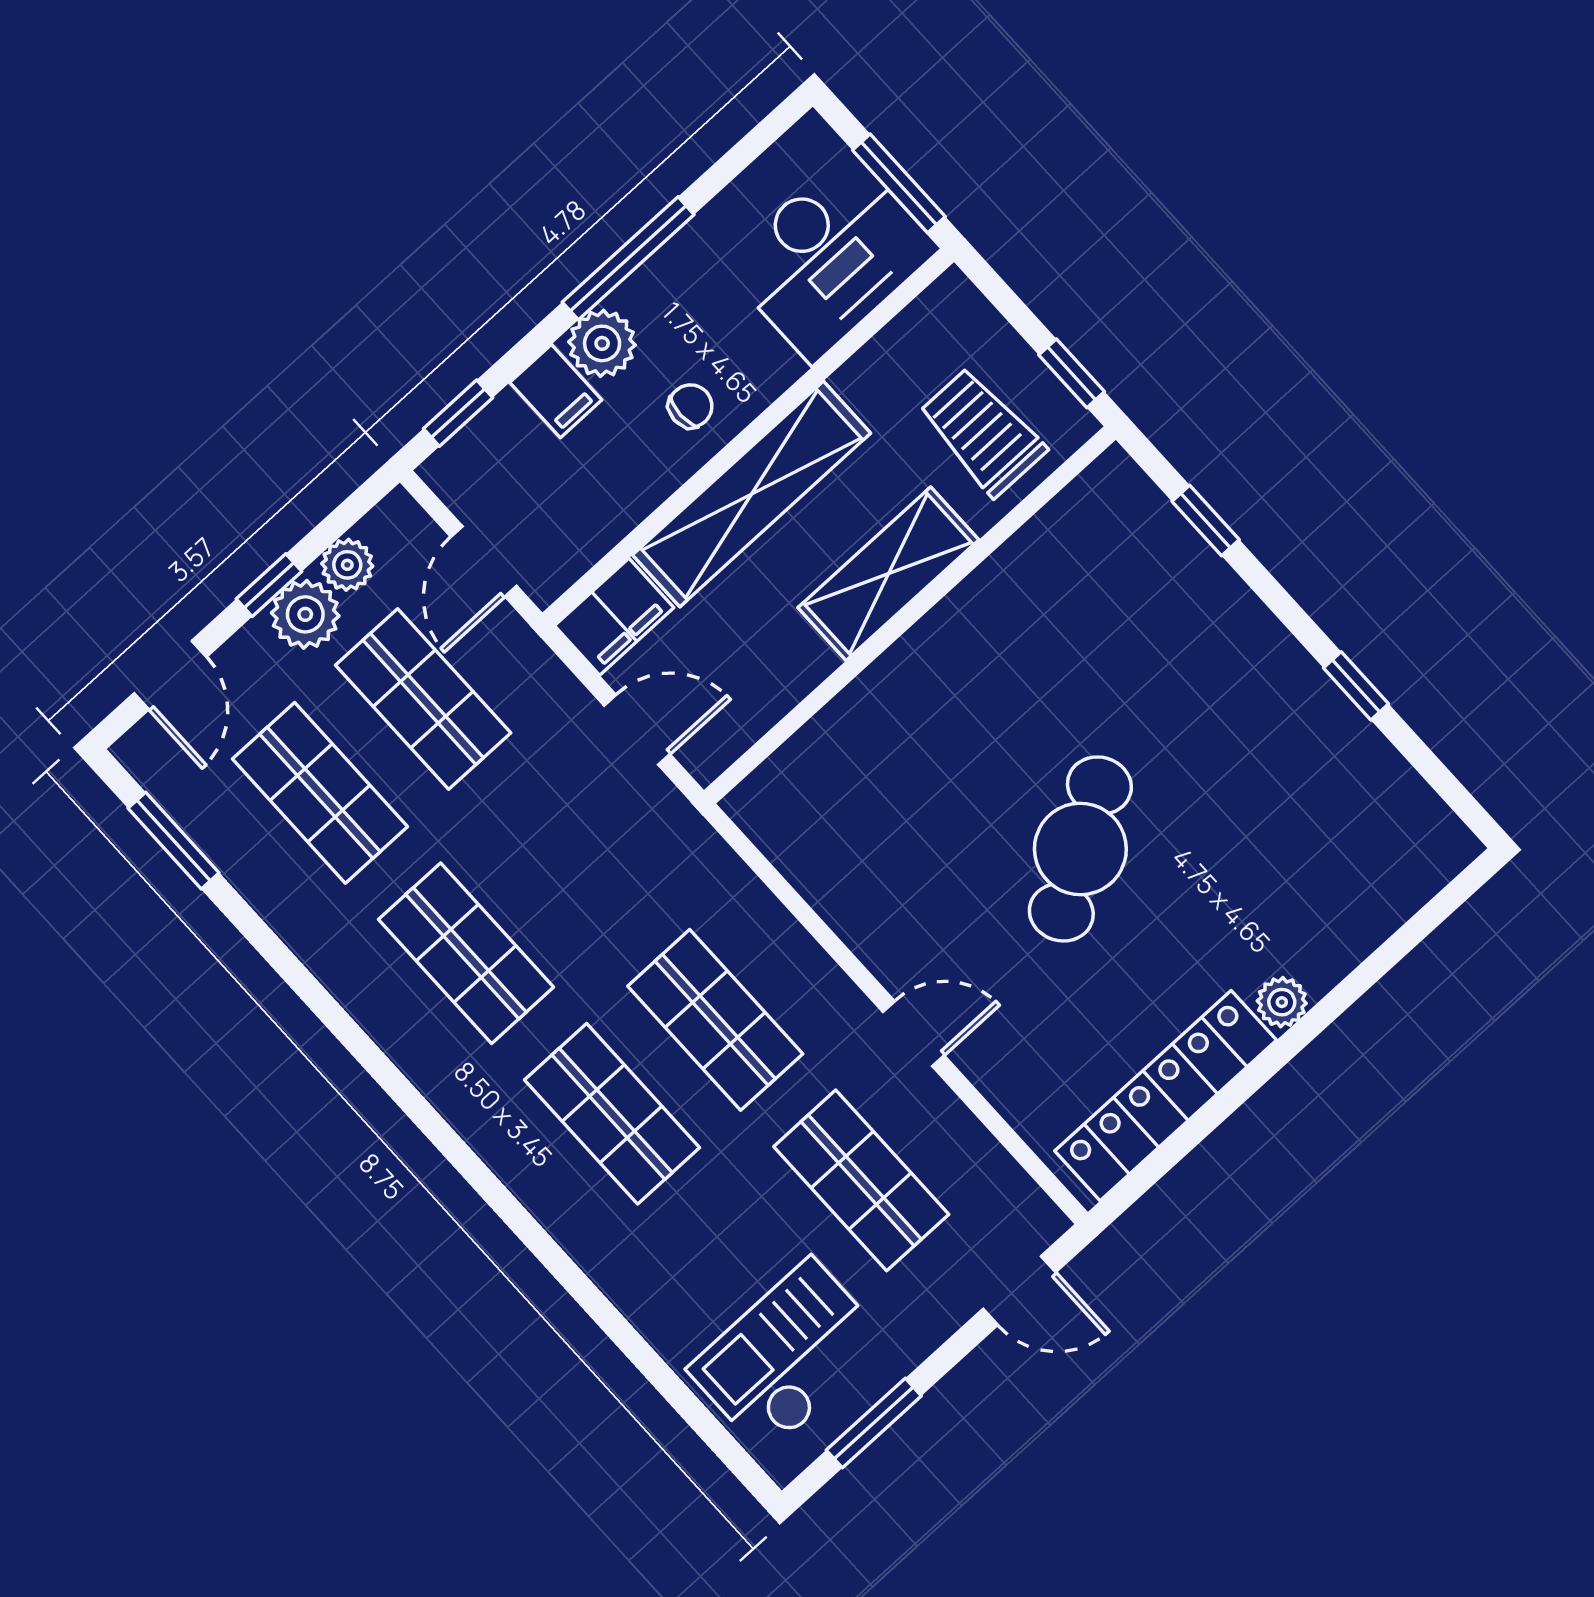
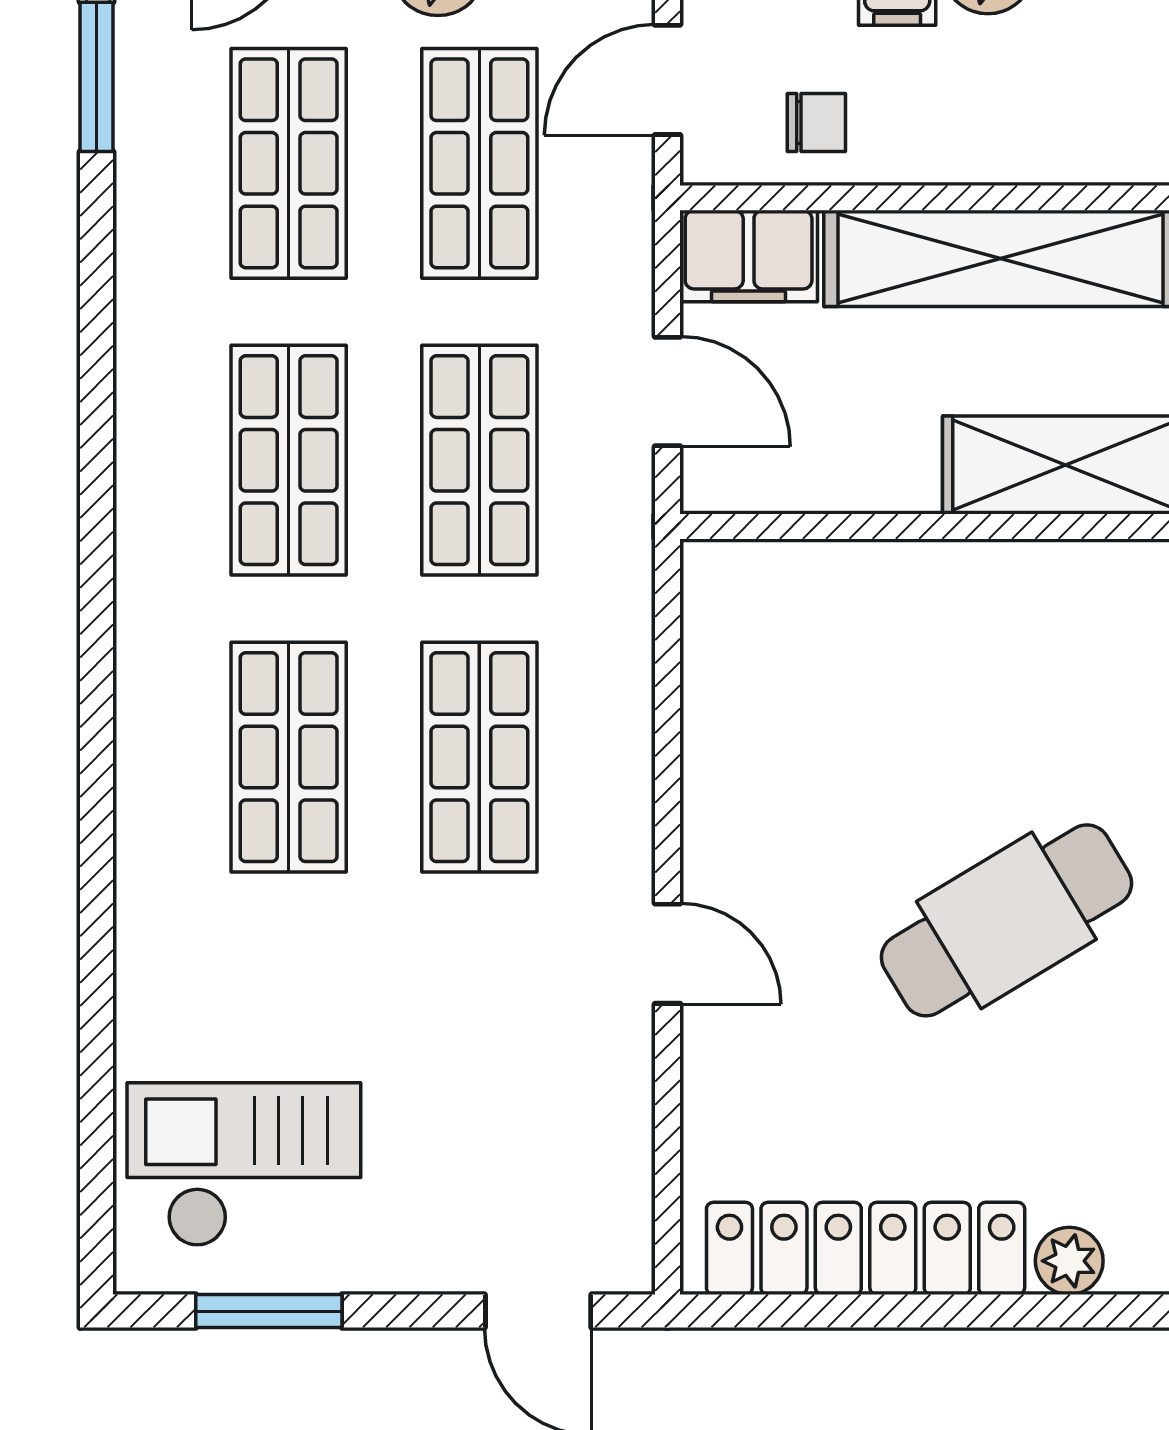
chair: (690, 406) -> (816, 123), moved
shop shelf: (861, 1180) -> (479, 460), moved

